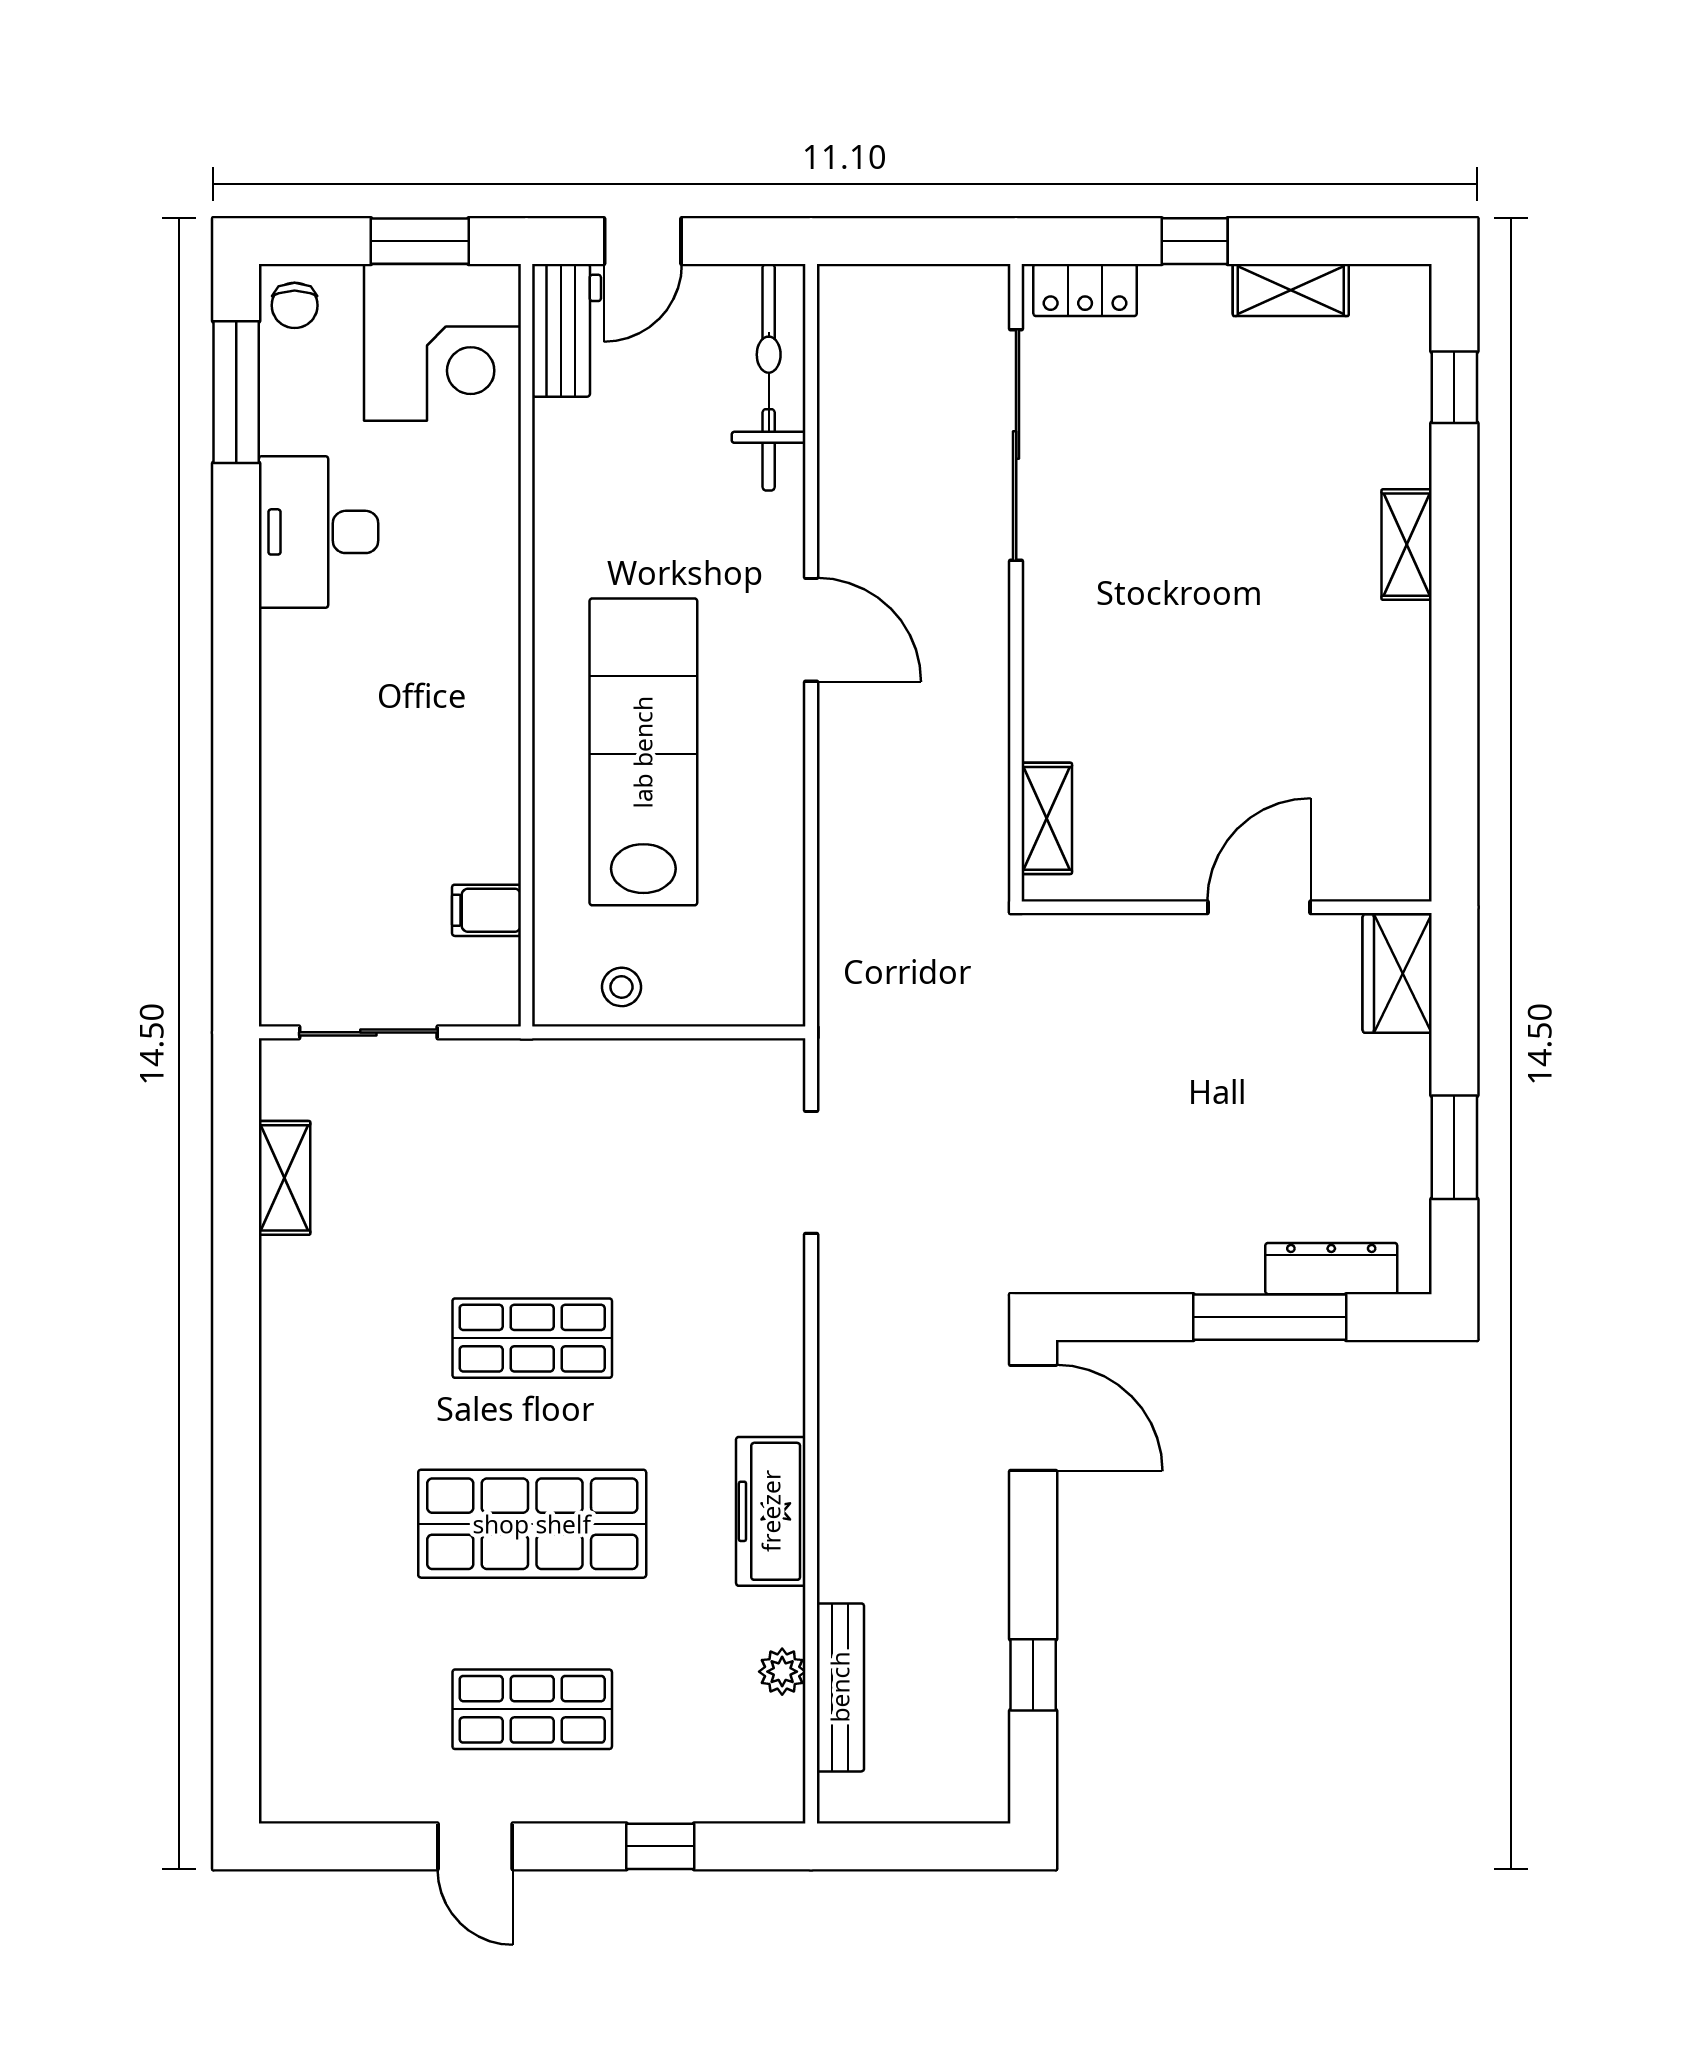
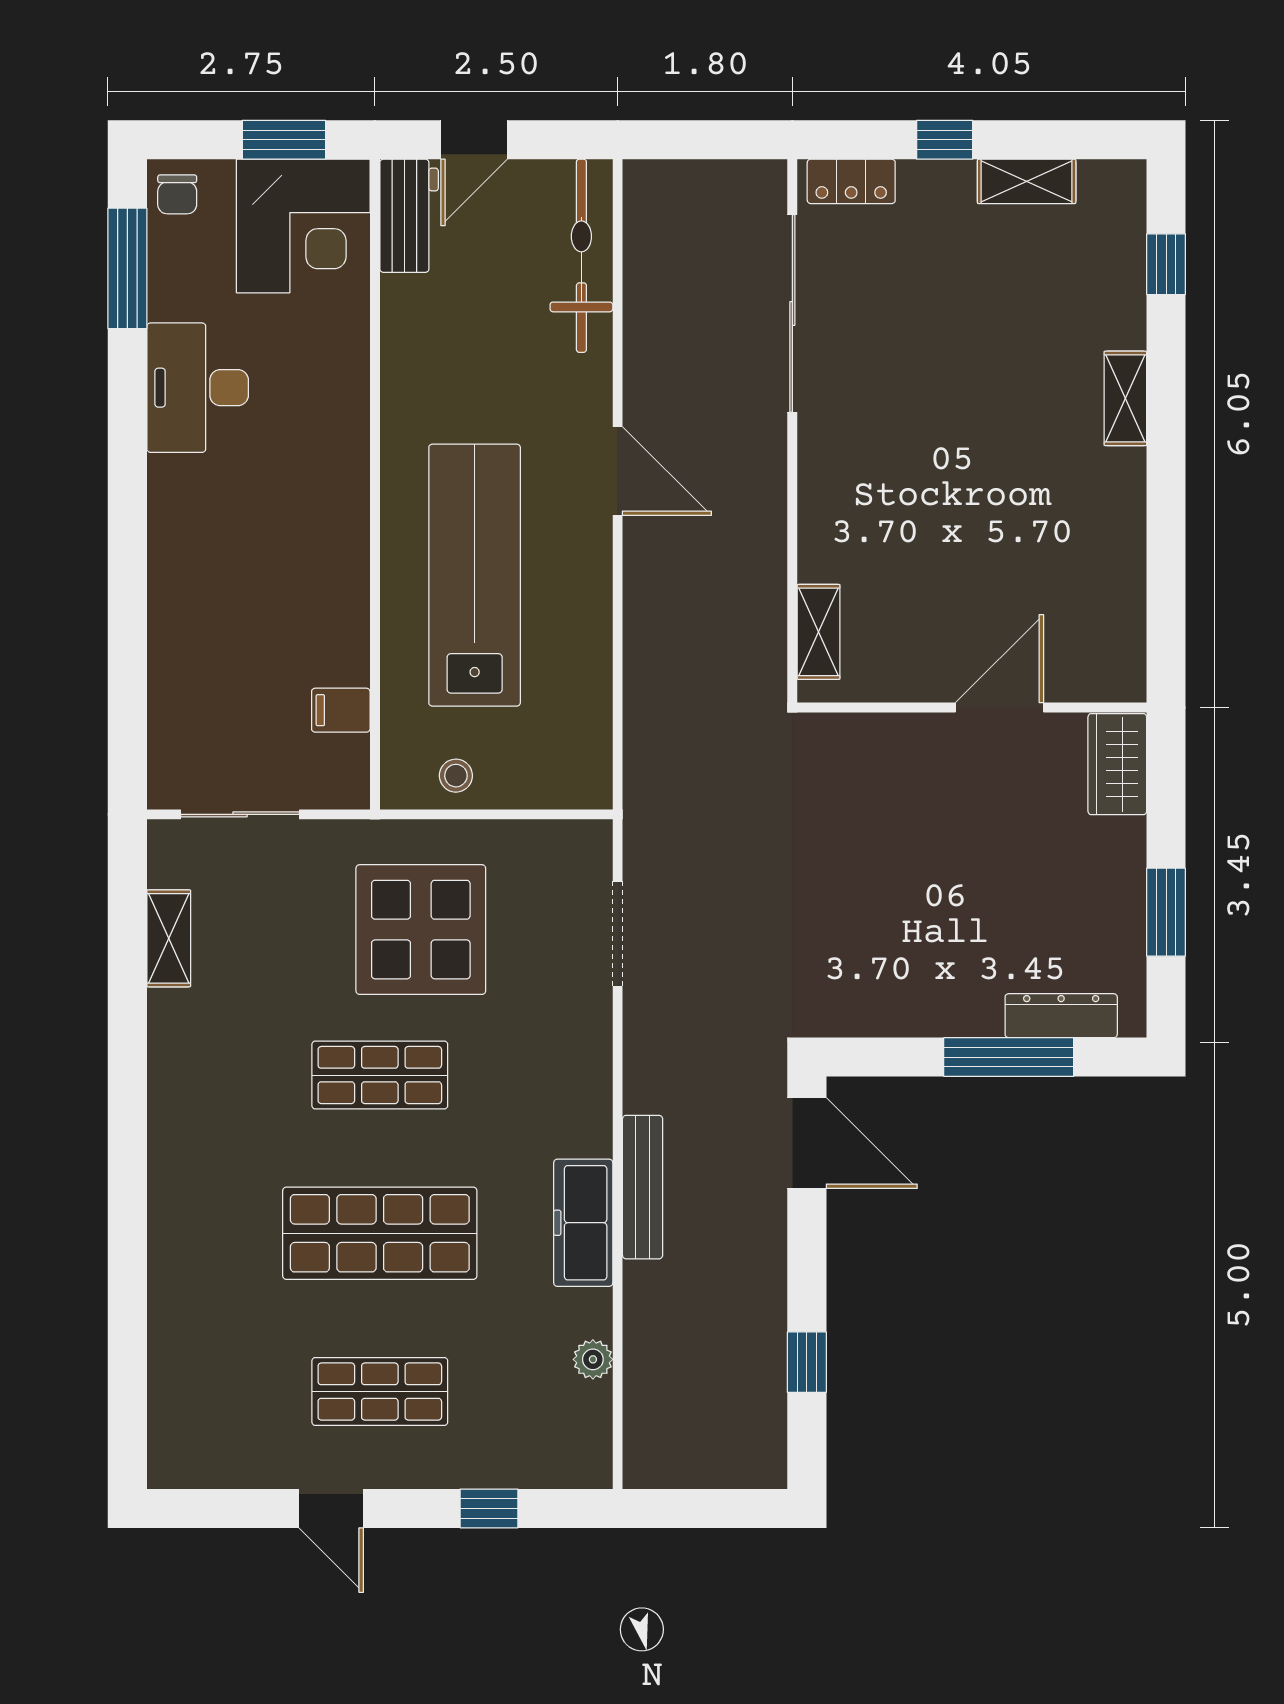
display table: (580, 1168) -> (421, 930), added
bench: (840, 1687) -> (643, 1187), moved

